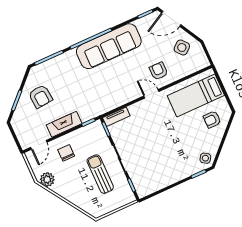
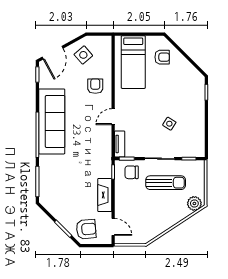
armchair: (159, 71) -> (95, 86), turned 90
door: (151, 94) -> (113, 117), moved
armchair: (40, 96) -> (86, 229), moved
armchair: (212, 119) -> (162, 57), turned -90
chair: (66, 153) -> (132, 172), moved
side table: (205, 158) -> (169, 124), moved
sun lounger: (100, 174) -> (166, 183), turned 180
plant: (47, 179) -> (194, 203), moved

